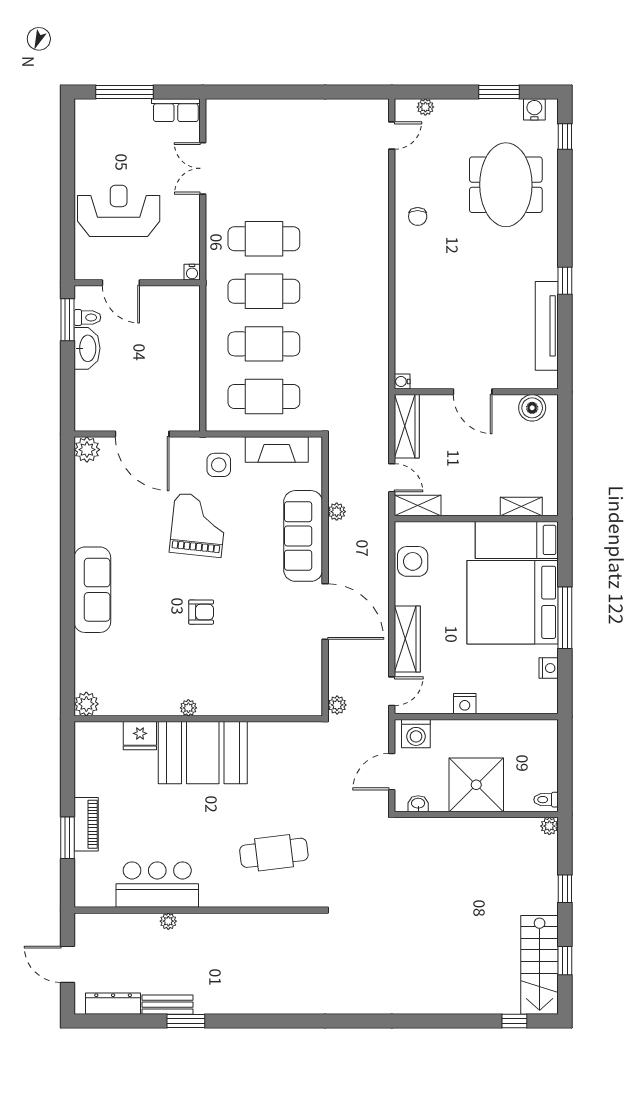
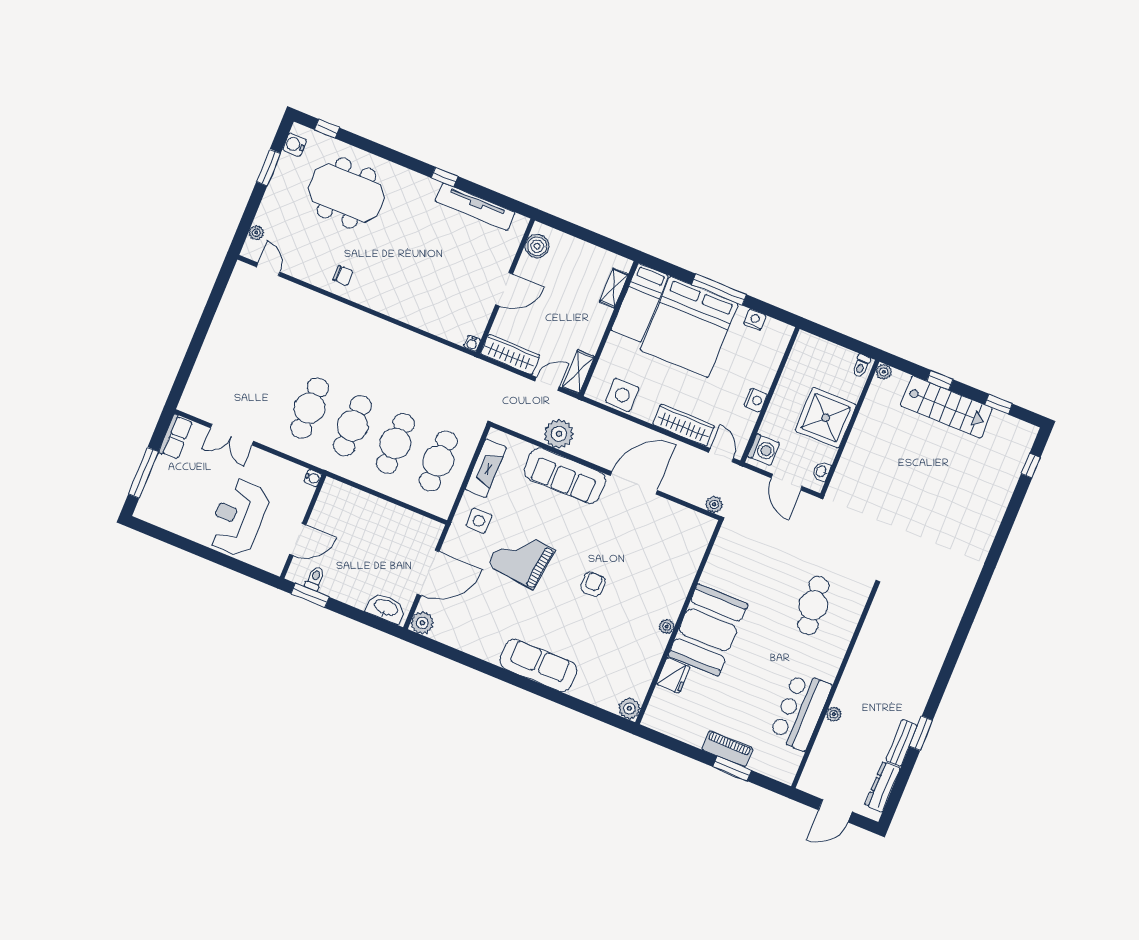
washbasin: (87, 348) -> (386, 608), moved
plant: (337, 512) -> (559, 434), width x1.87, depth x1.87
stairs: (540, 965) -> (946, 407), moved

